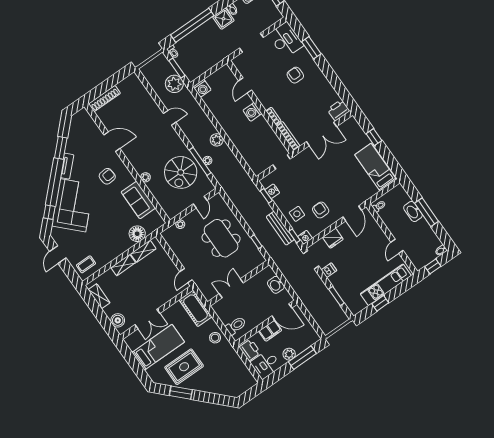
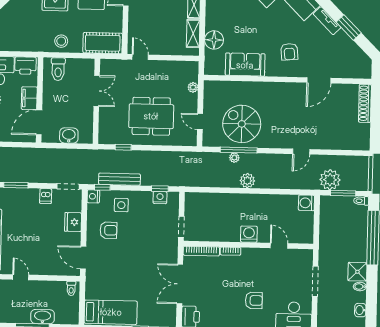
plant: (145, 177) -> (262, 87), removed

